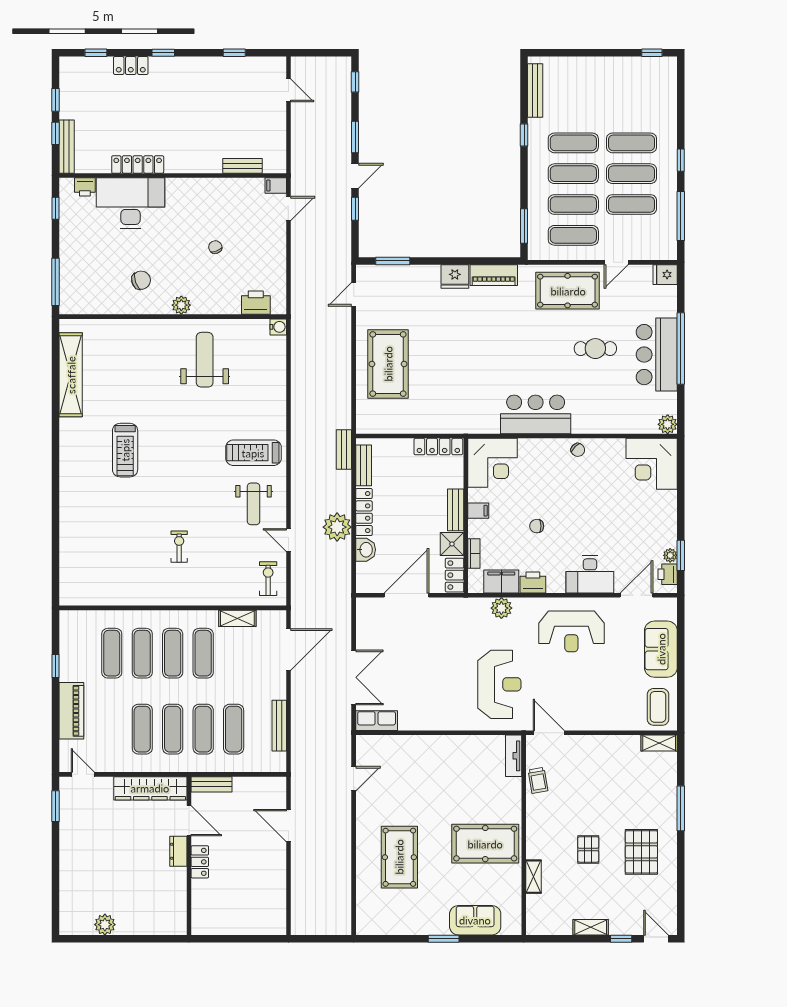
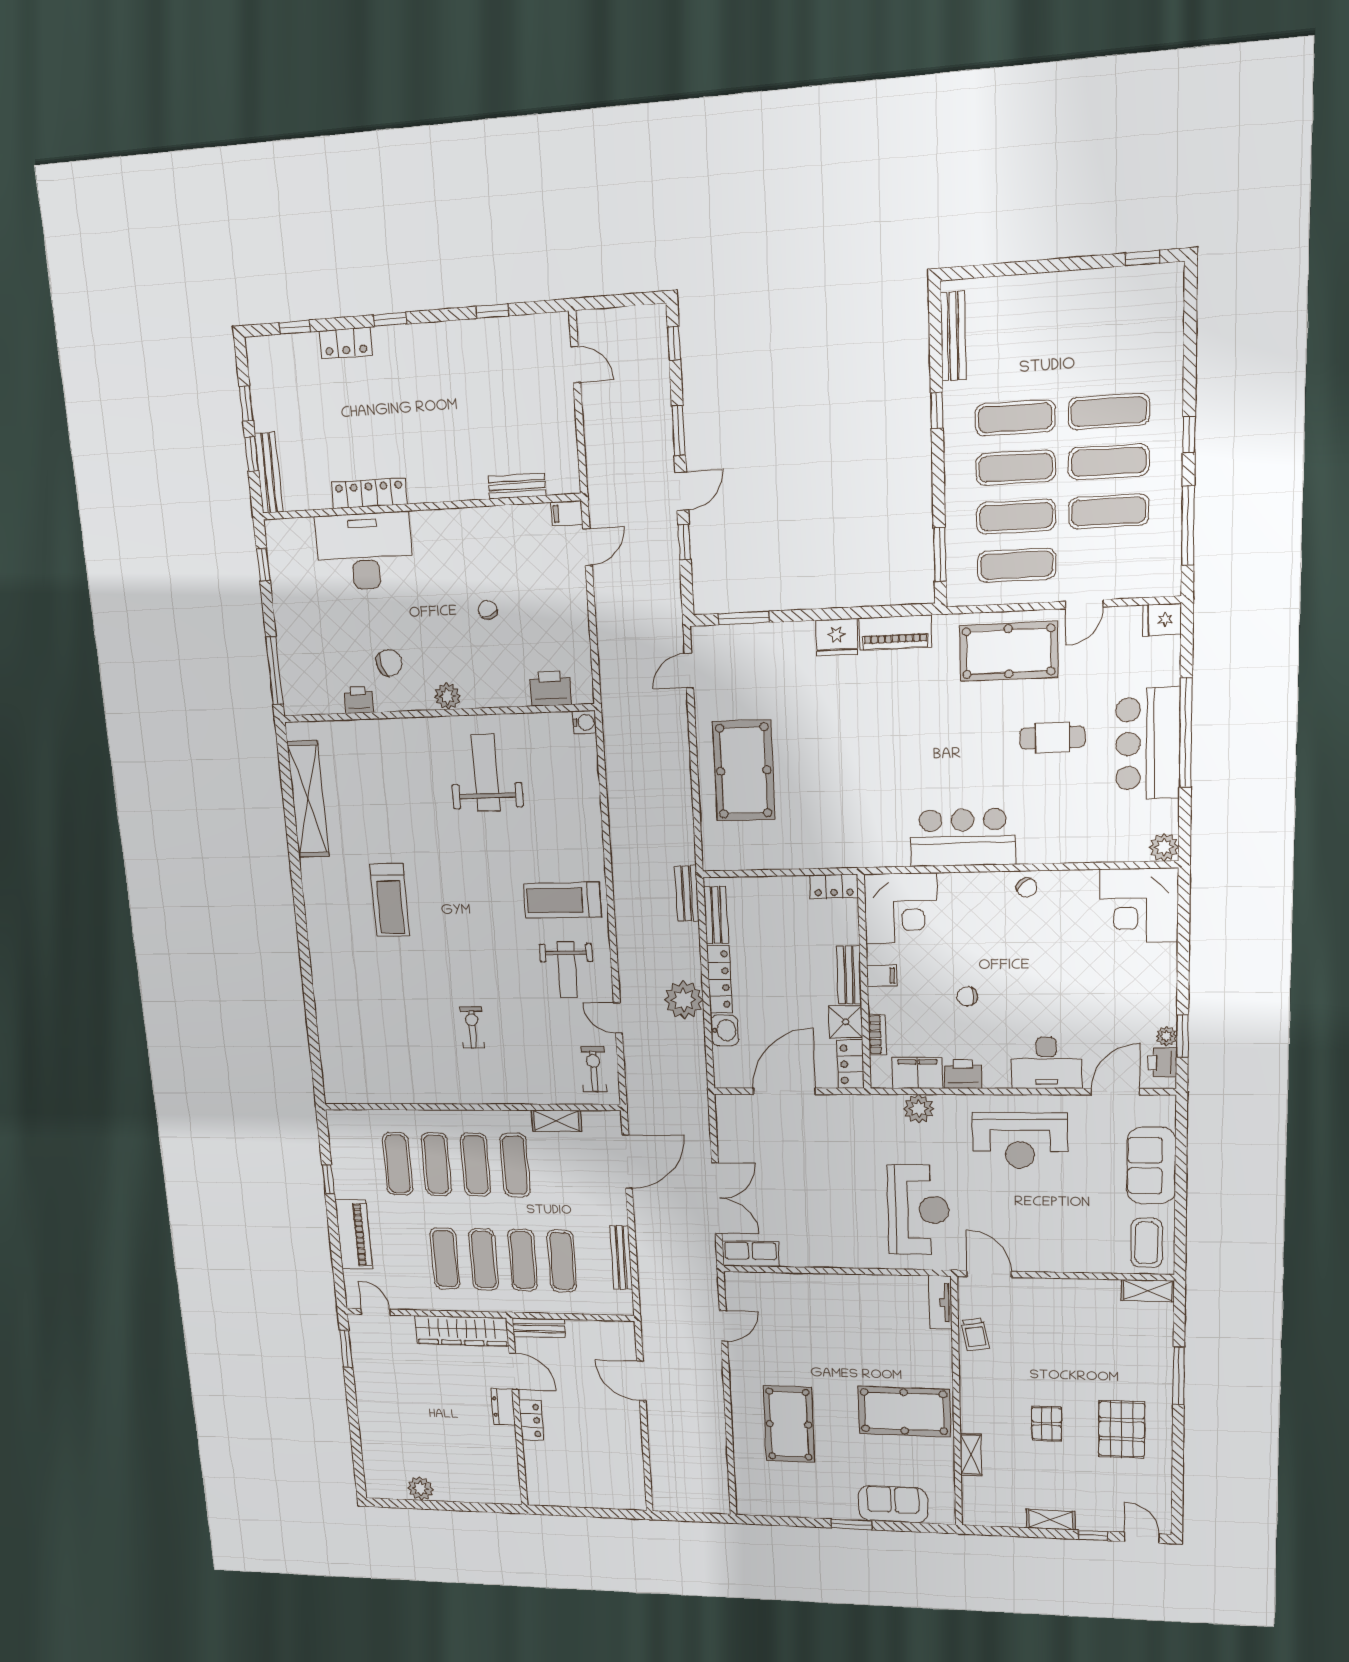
printer: (85, 187) -> (359, 700), moved, turned 180
locker: (438, 447) -> (834, 886), width x0.66

